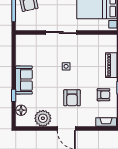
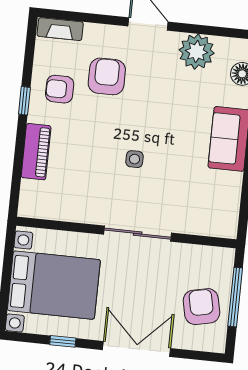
armchair: (72, 98) -> (107, 76), moved

